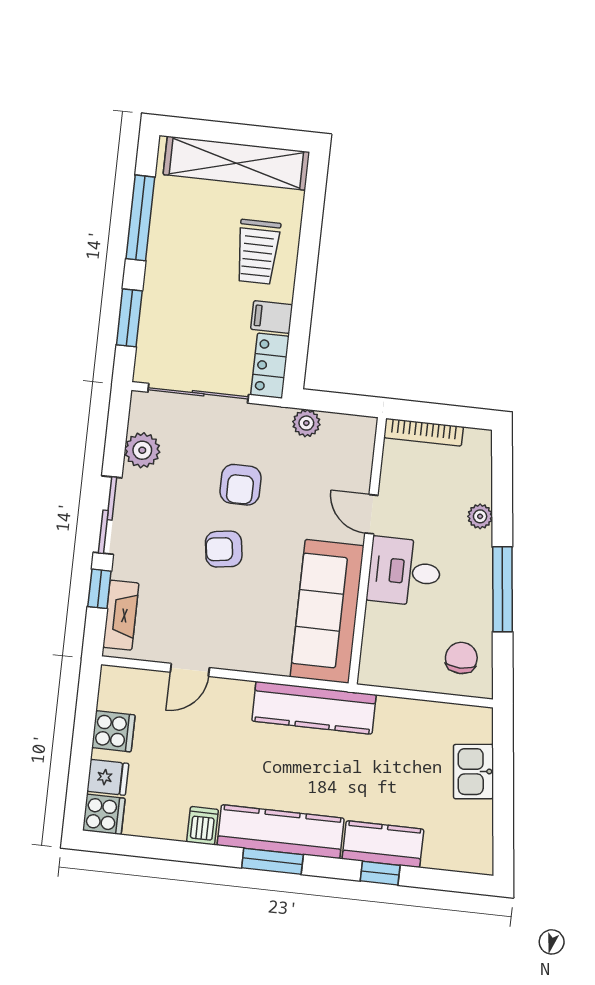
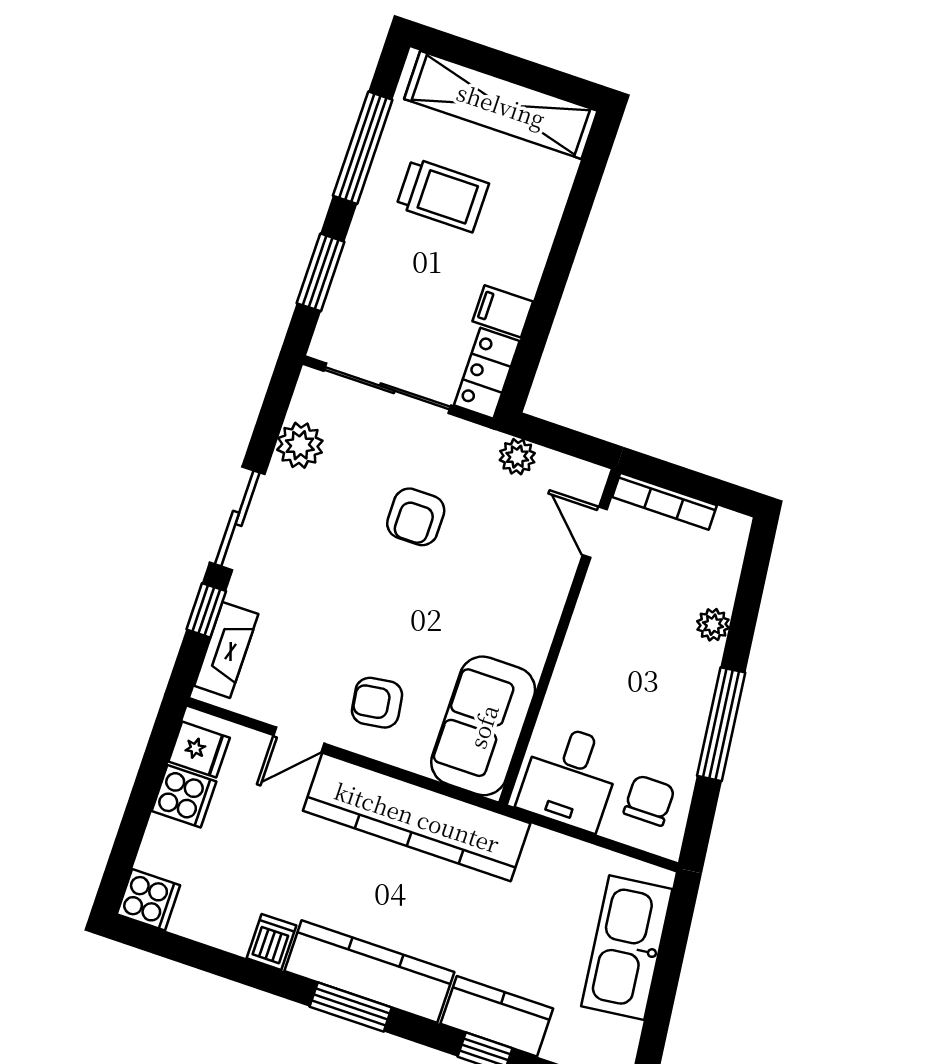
trolley: (258, 252) -> (442, 195), moved, turned -90
door: (371, 514) -> (595, 532), moved
armchair: (224, 549) -> (377, 703), moved
desk: (404, 572) -> (570, 777), moved, turned -90
sofa: (327, 611) -> (483, 726), width x0.73
kitchen counter: (314, 708) -> (417, 817), width x1.39, depth x1.17
kitchen sink: (473, 772) -> (627, 948), width x1.87, depth x1.24
fridge: (108, 777) -> (199, 750), moved

